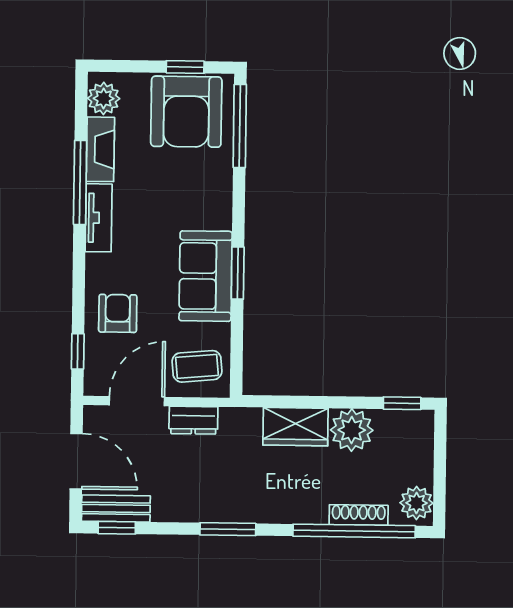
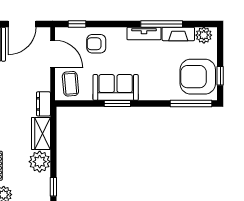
armchair: (118, 313) -> (96, 44), turned 180
dresser: (193, 420) -> (43, 104), moved

